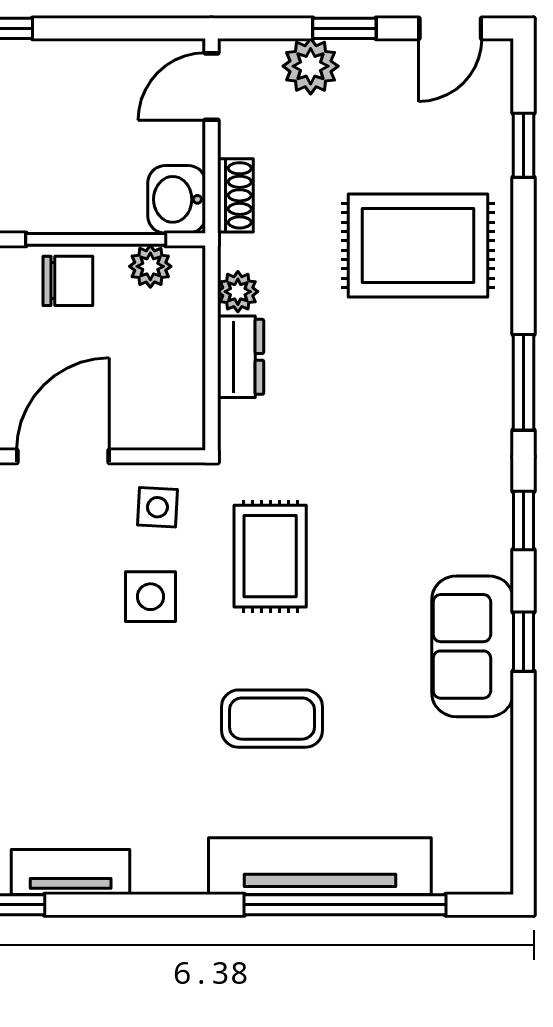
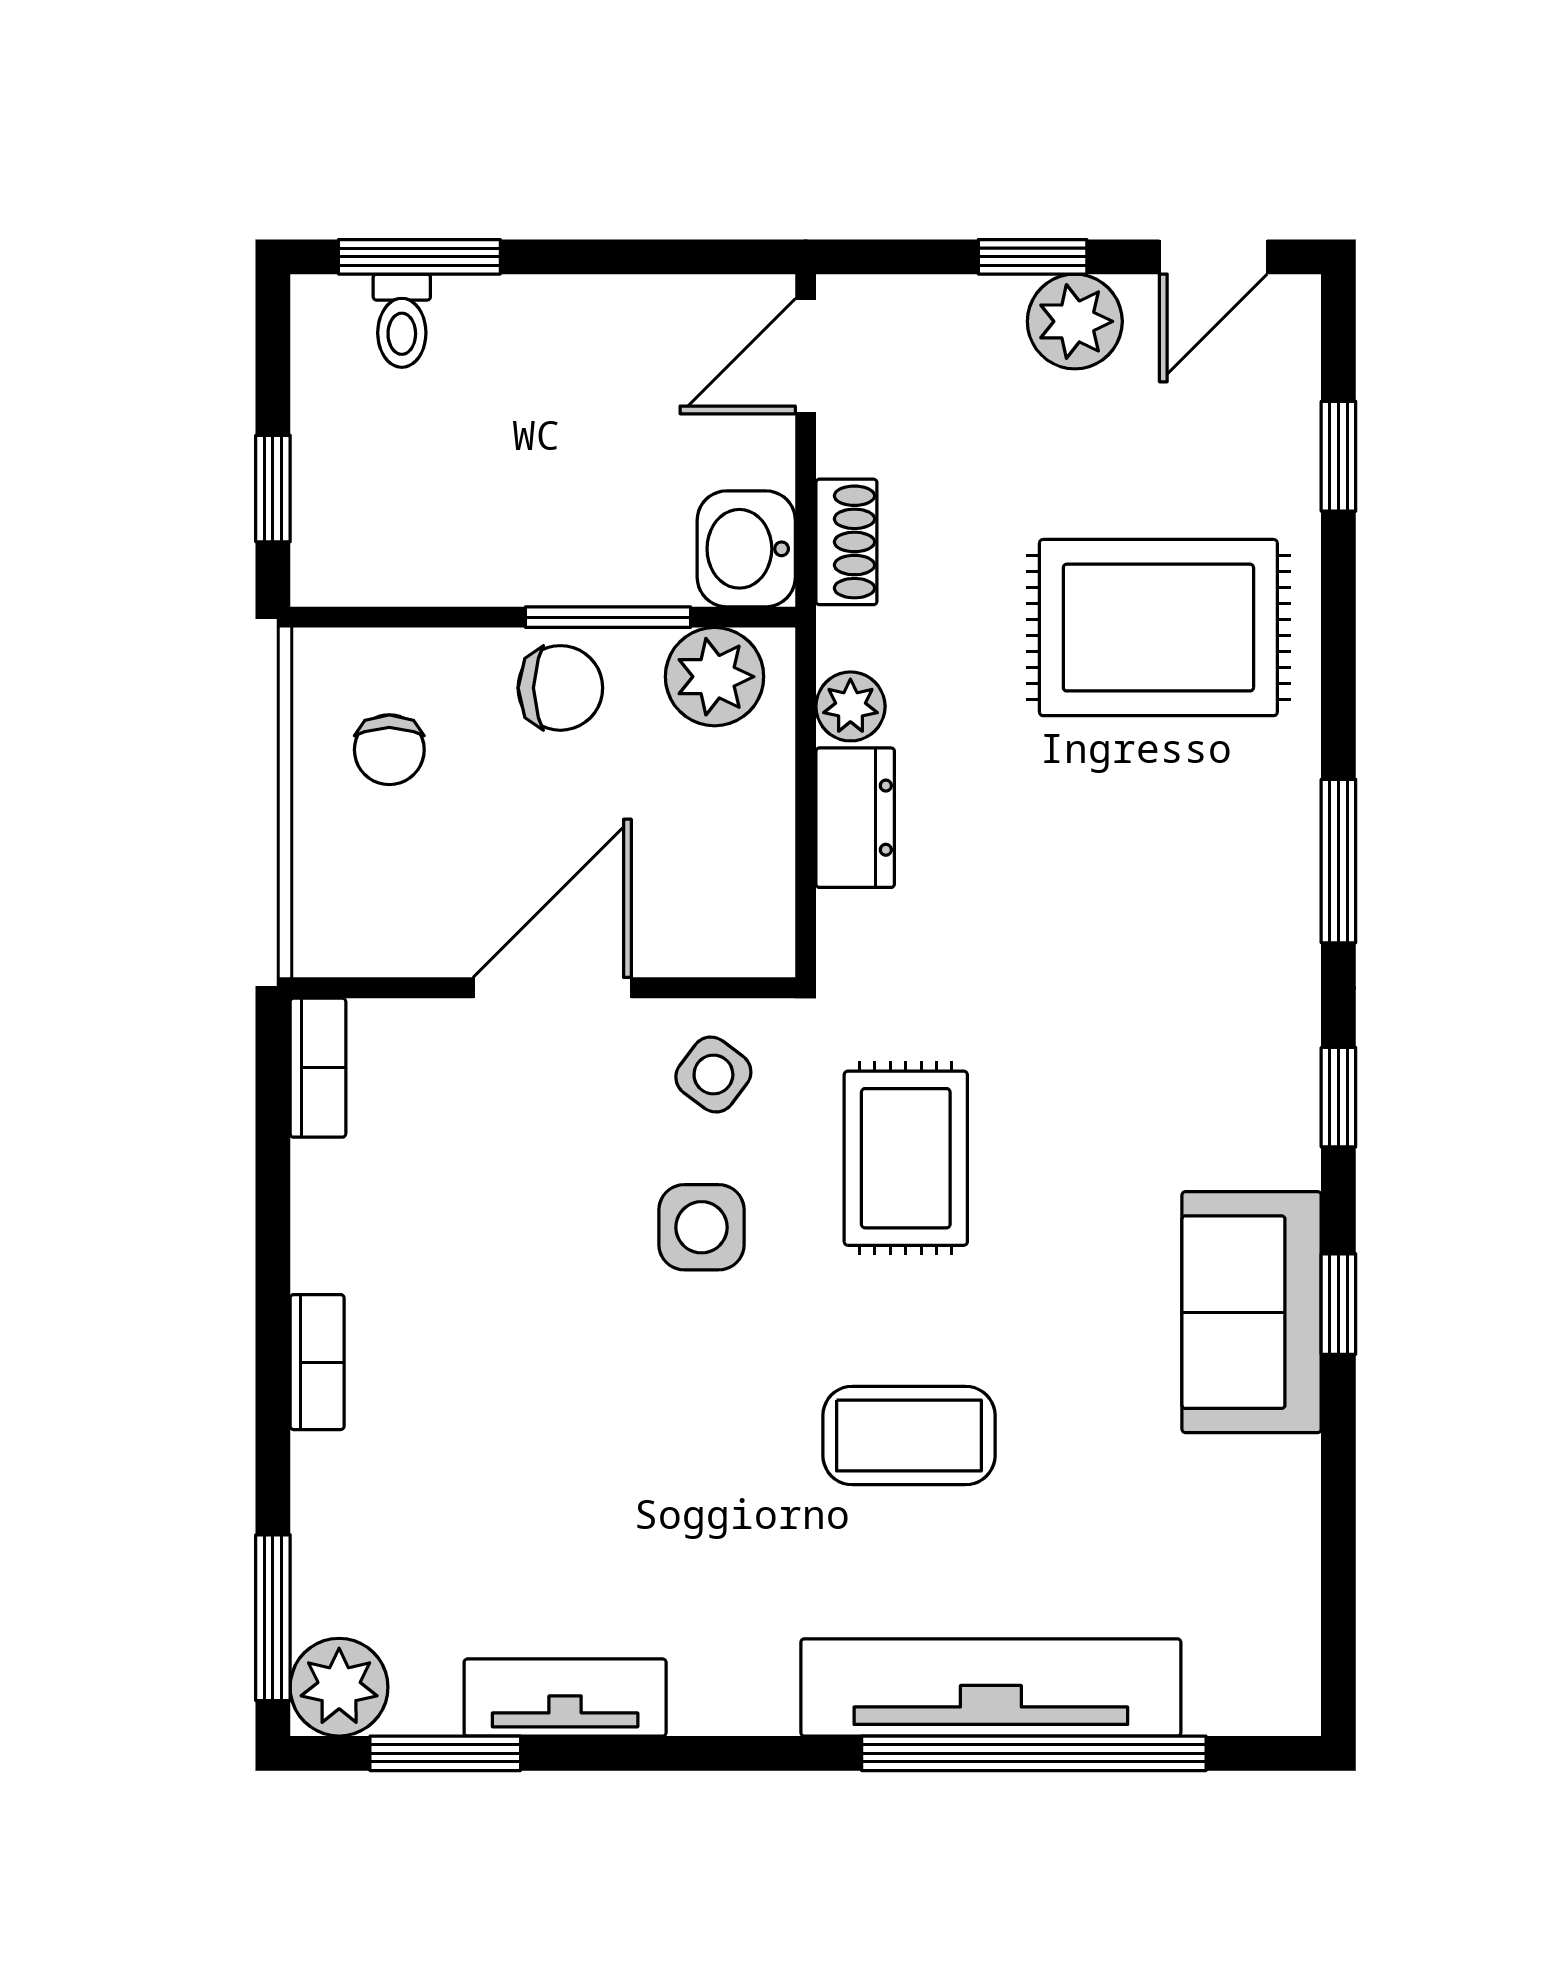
plant: (311, 66) -> (1075, 321), moved
window: (96, 239) -> (608, 617), width x0.69
plant: (150, 266) -> (715, 677), width x1.38, depth x1.38
side table: (157, 507) -> (713, 1075), turned 34

